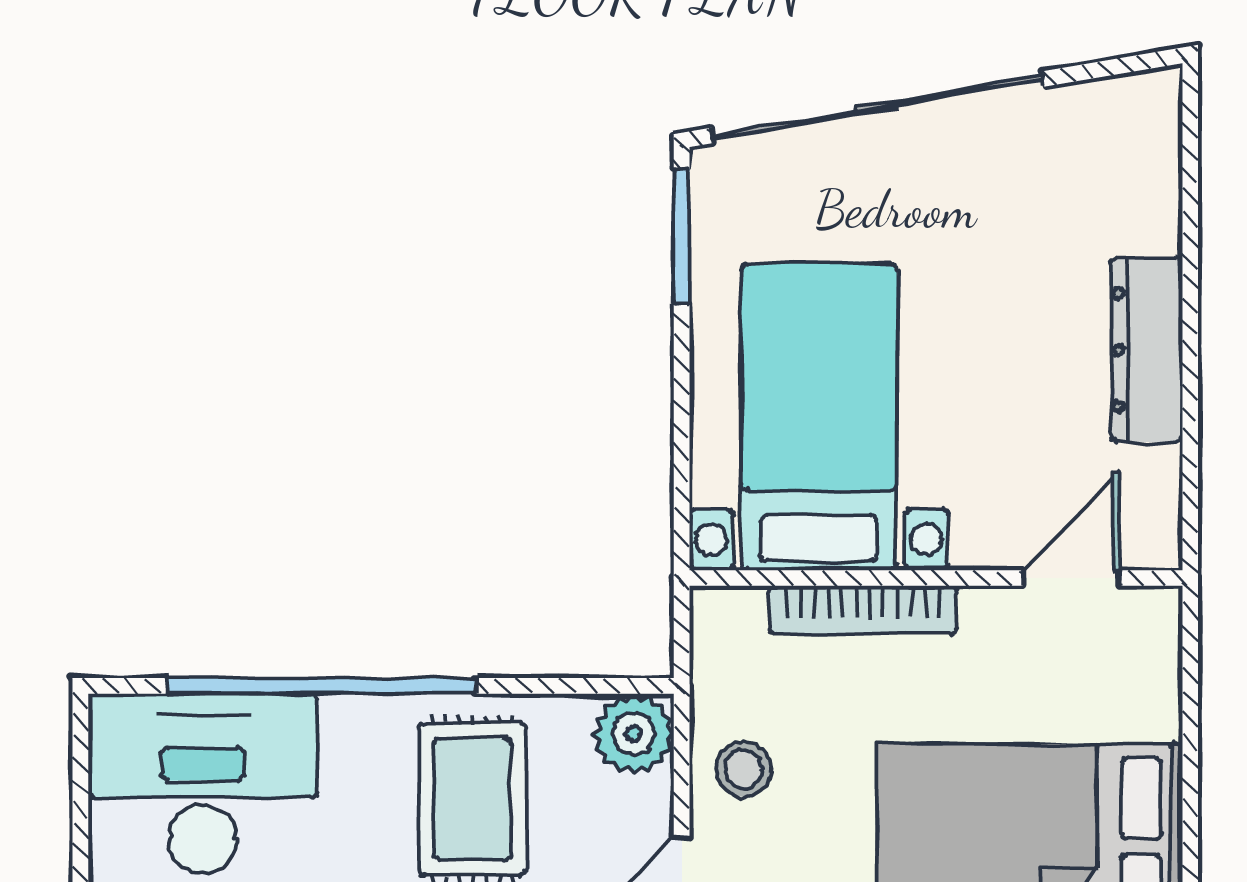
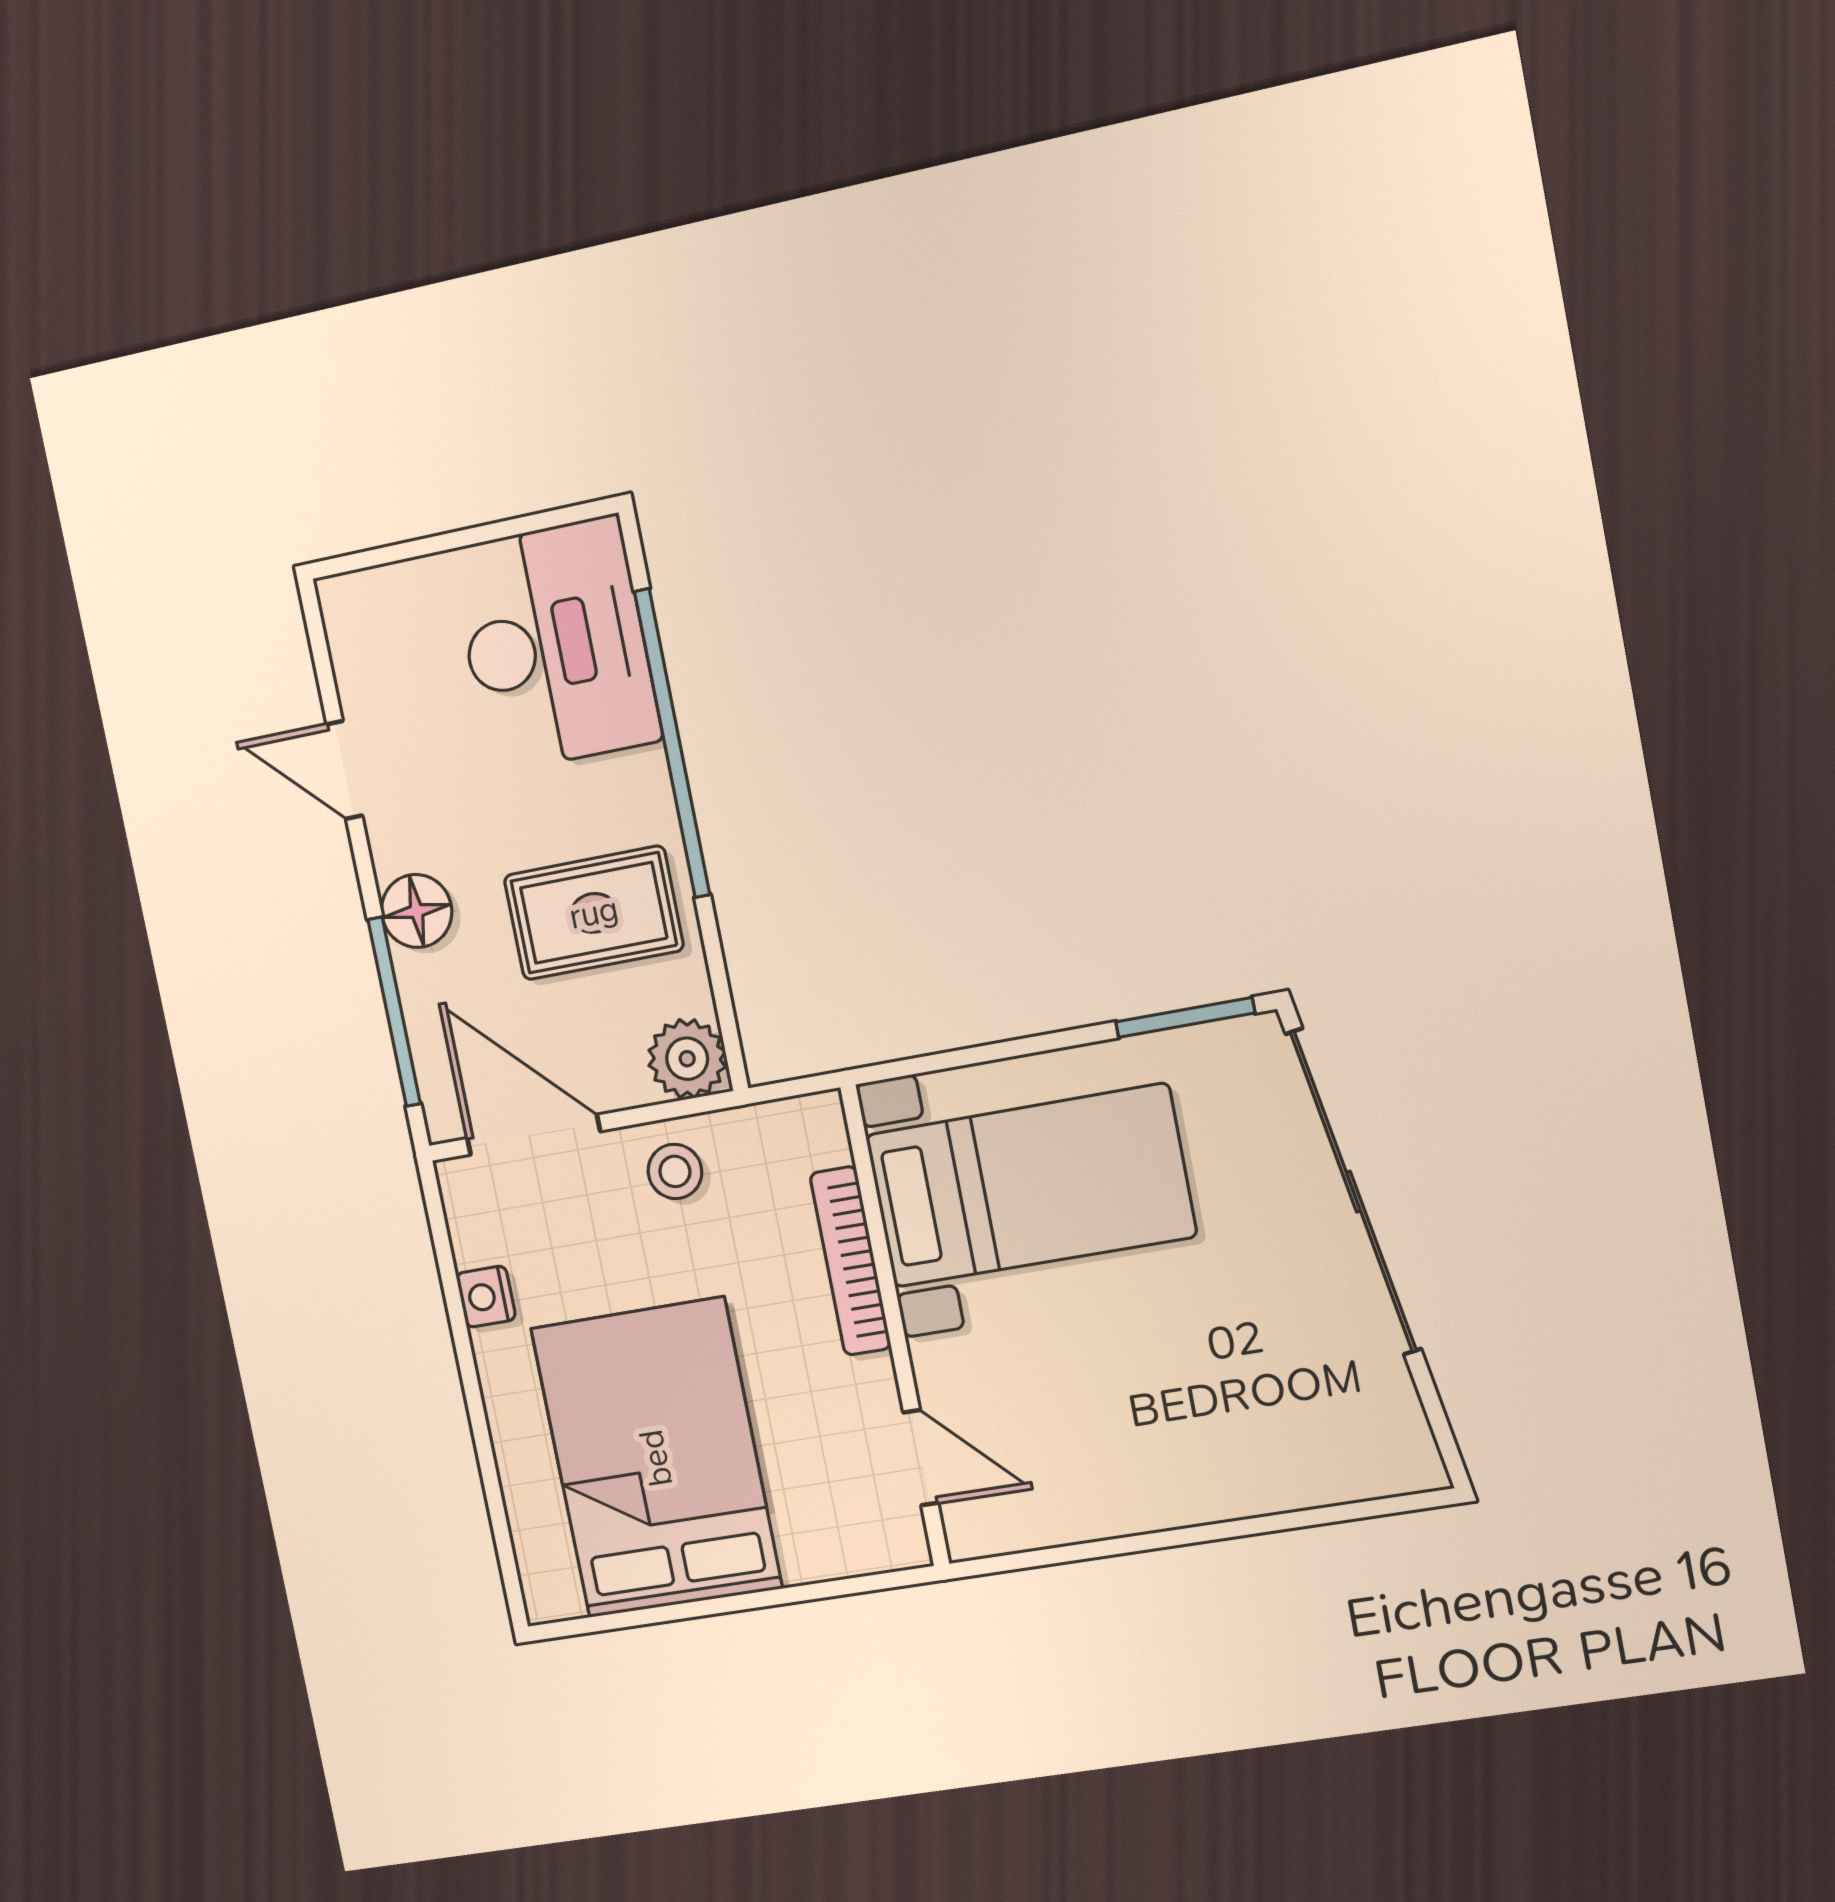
dresser: (1147, 350) -> (1158, 1496), removed

